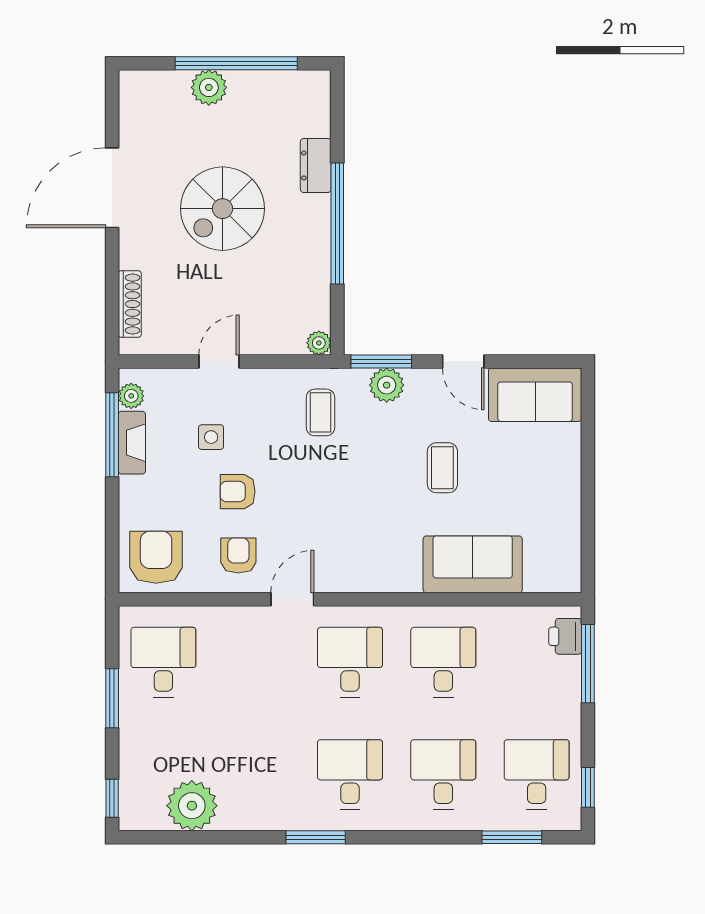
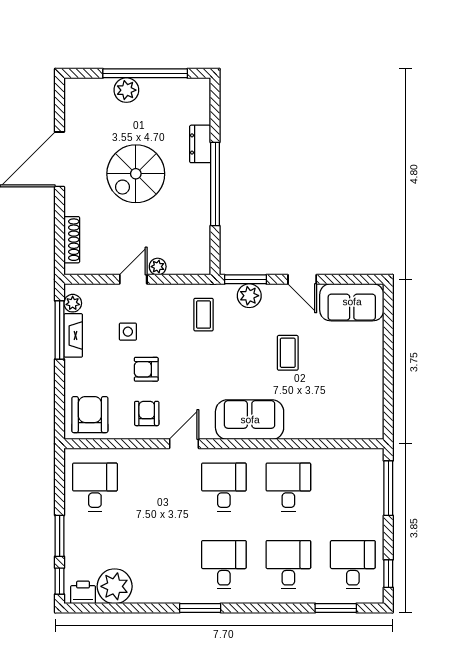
plant: (319, 343) -> (158, 267), moved
sofa: (473, 564) -> (250, 420), moved
printer: (565, 636) -> (83, 592), moved, turned 90
window: (112, 698) -> (60, 536), moved

